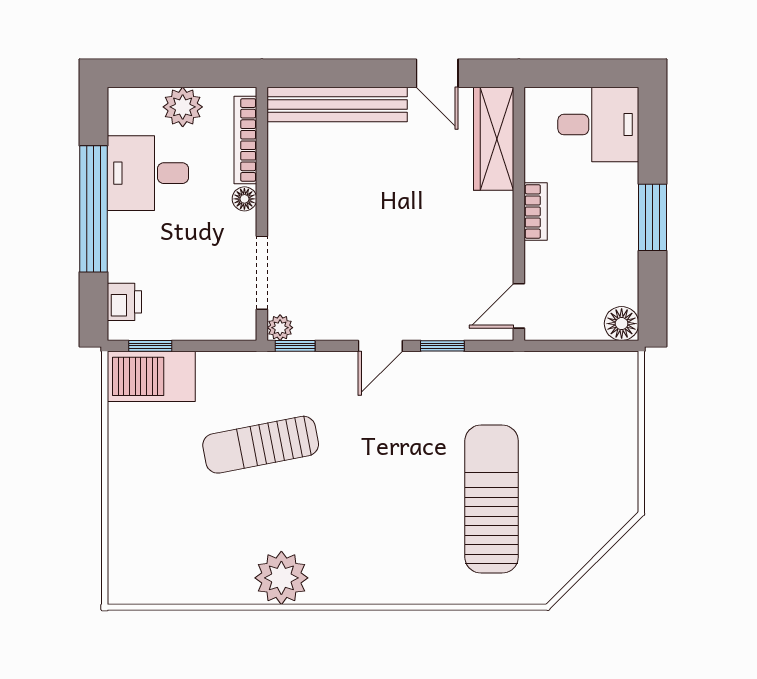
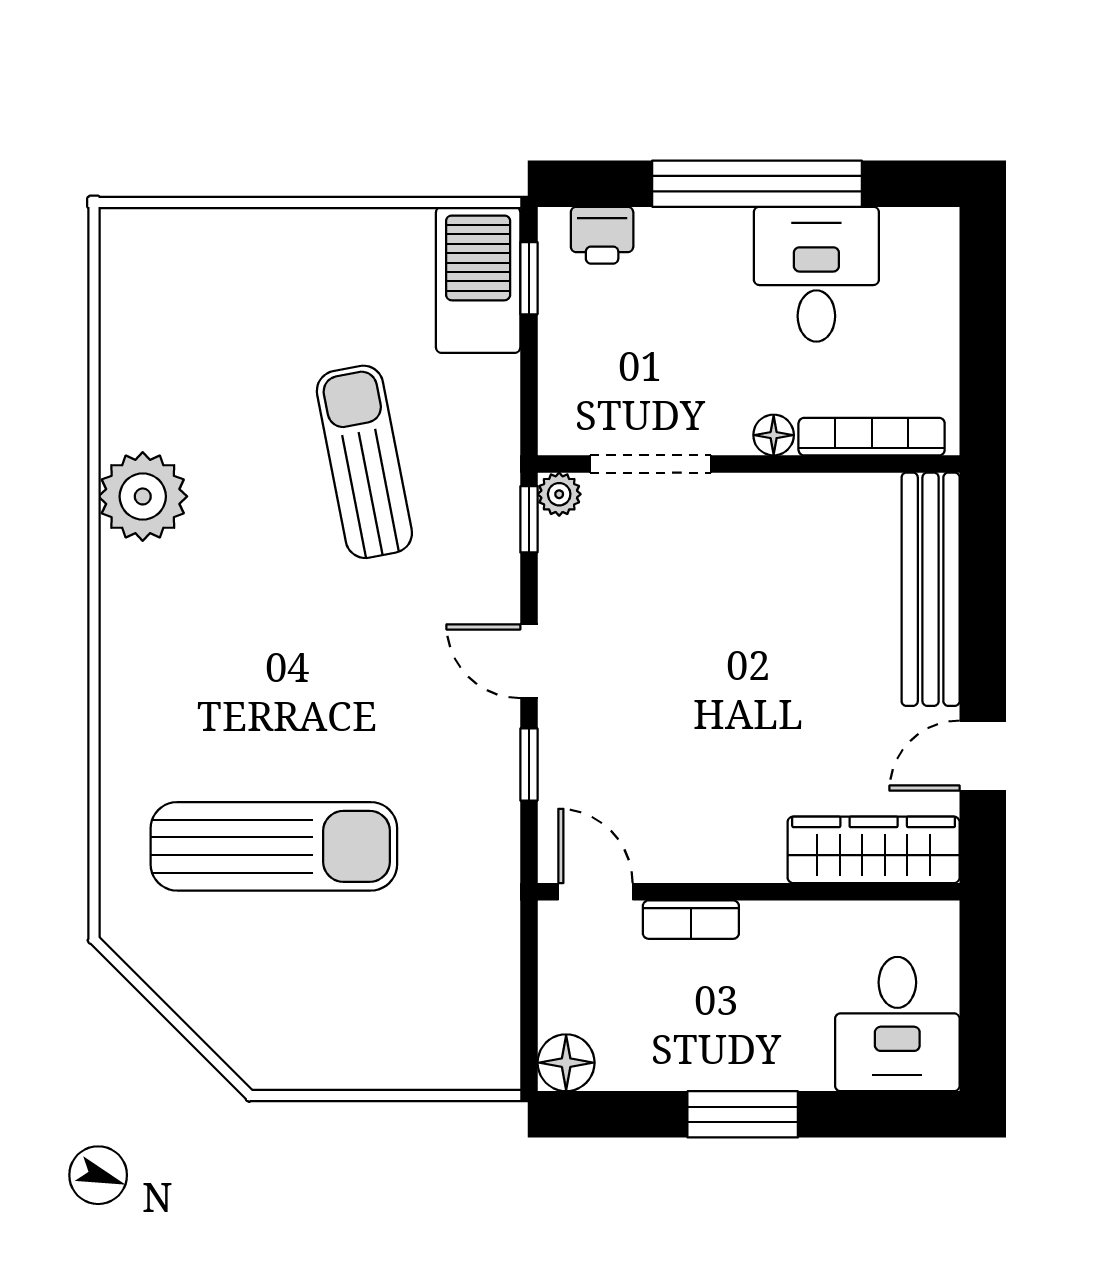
plant: (183, 107) -> (927, 332), removed
bookcase: (536, 211) -> (691, 920), moved

